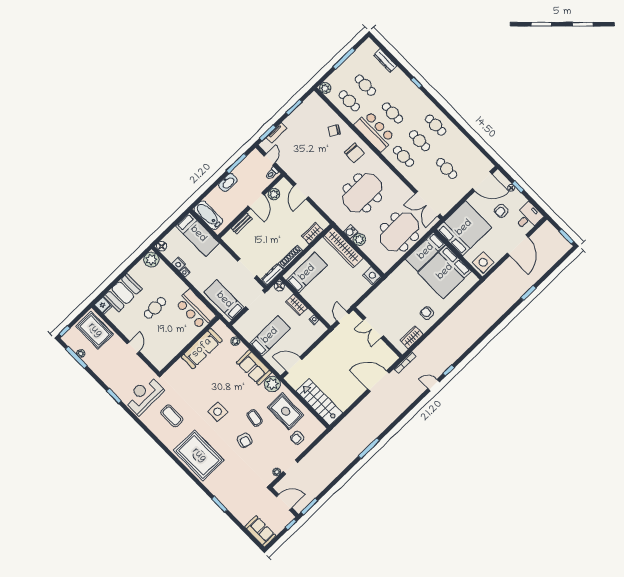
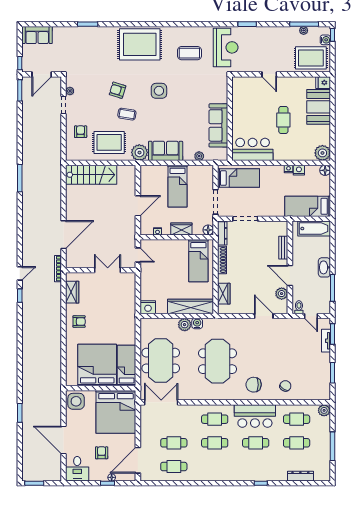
cafe table: (436, 125) -> (174, 467), moved
water cooler: (73, 333) -> (325, 40), added
door: (294, 365) -> (138, 206), moved

